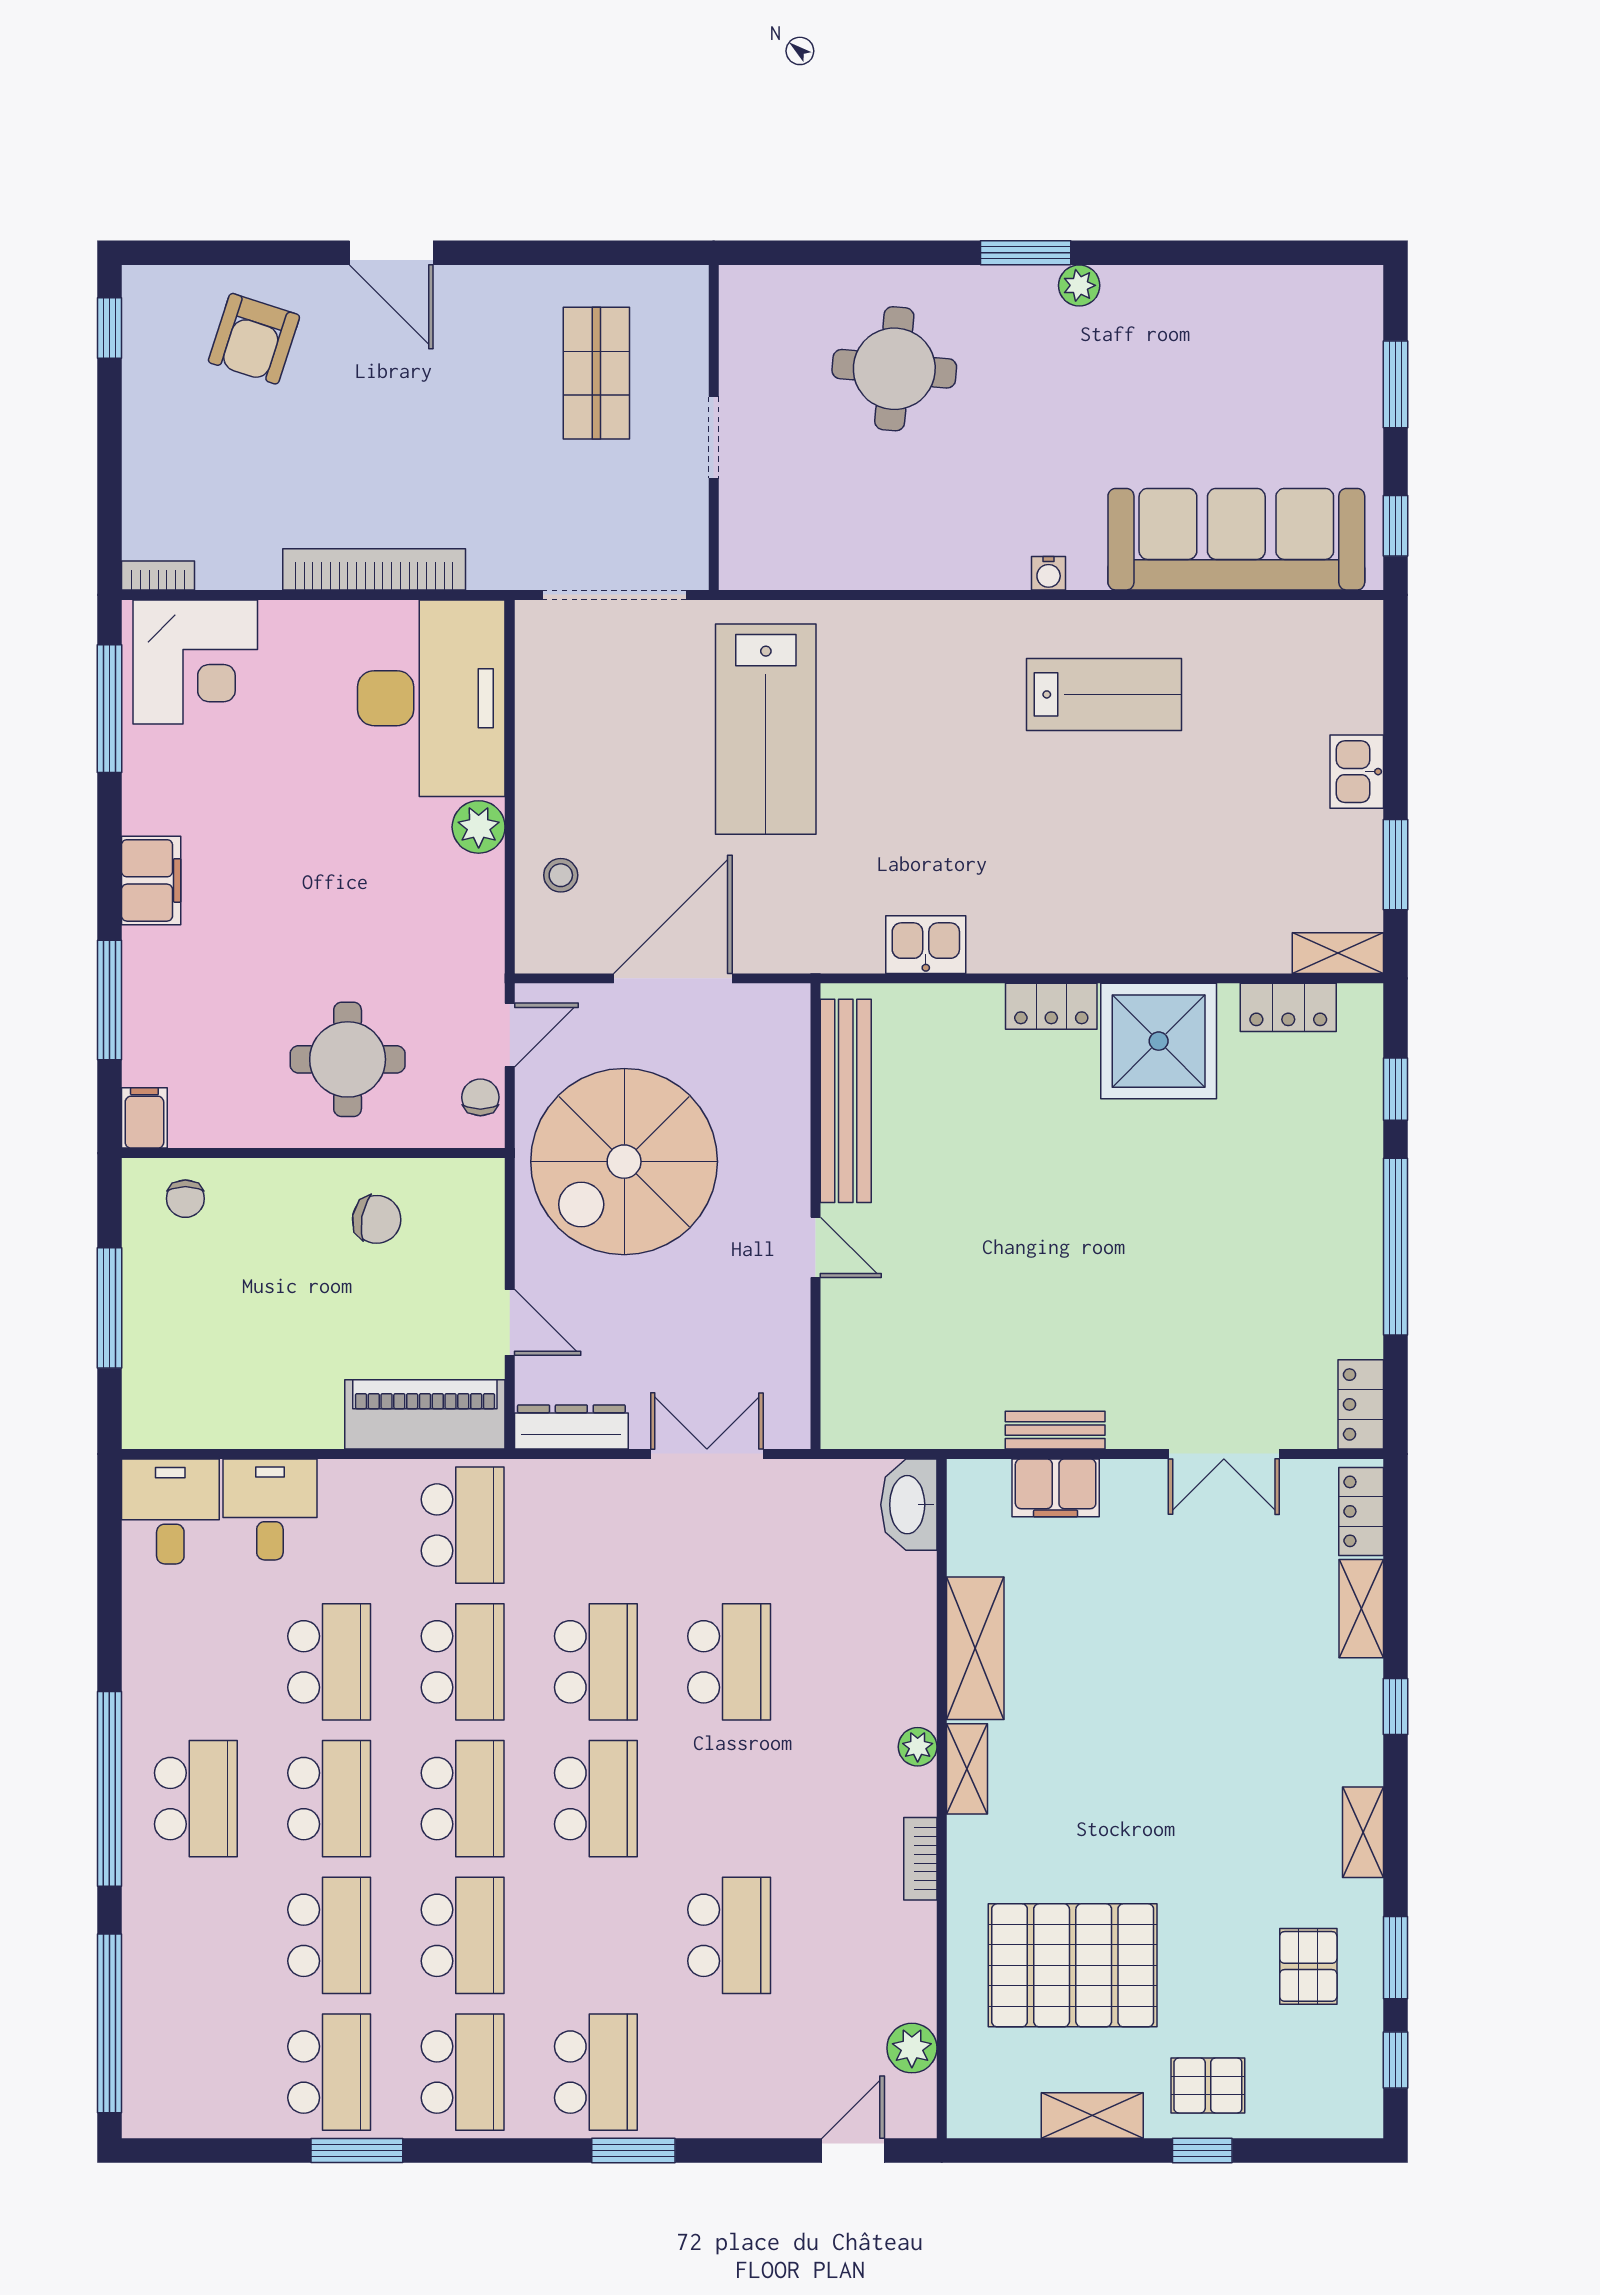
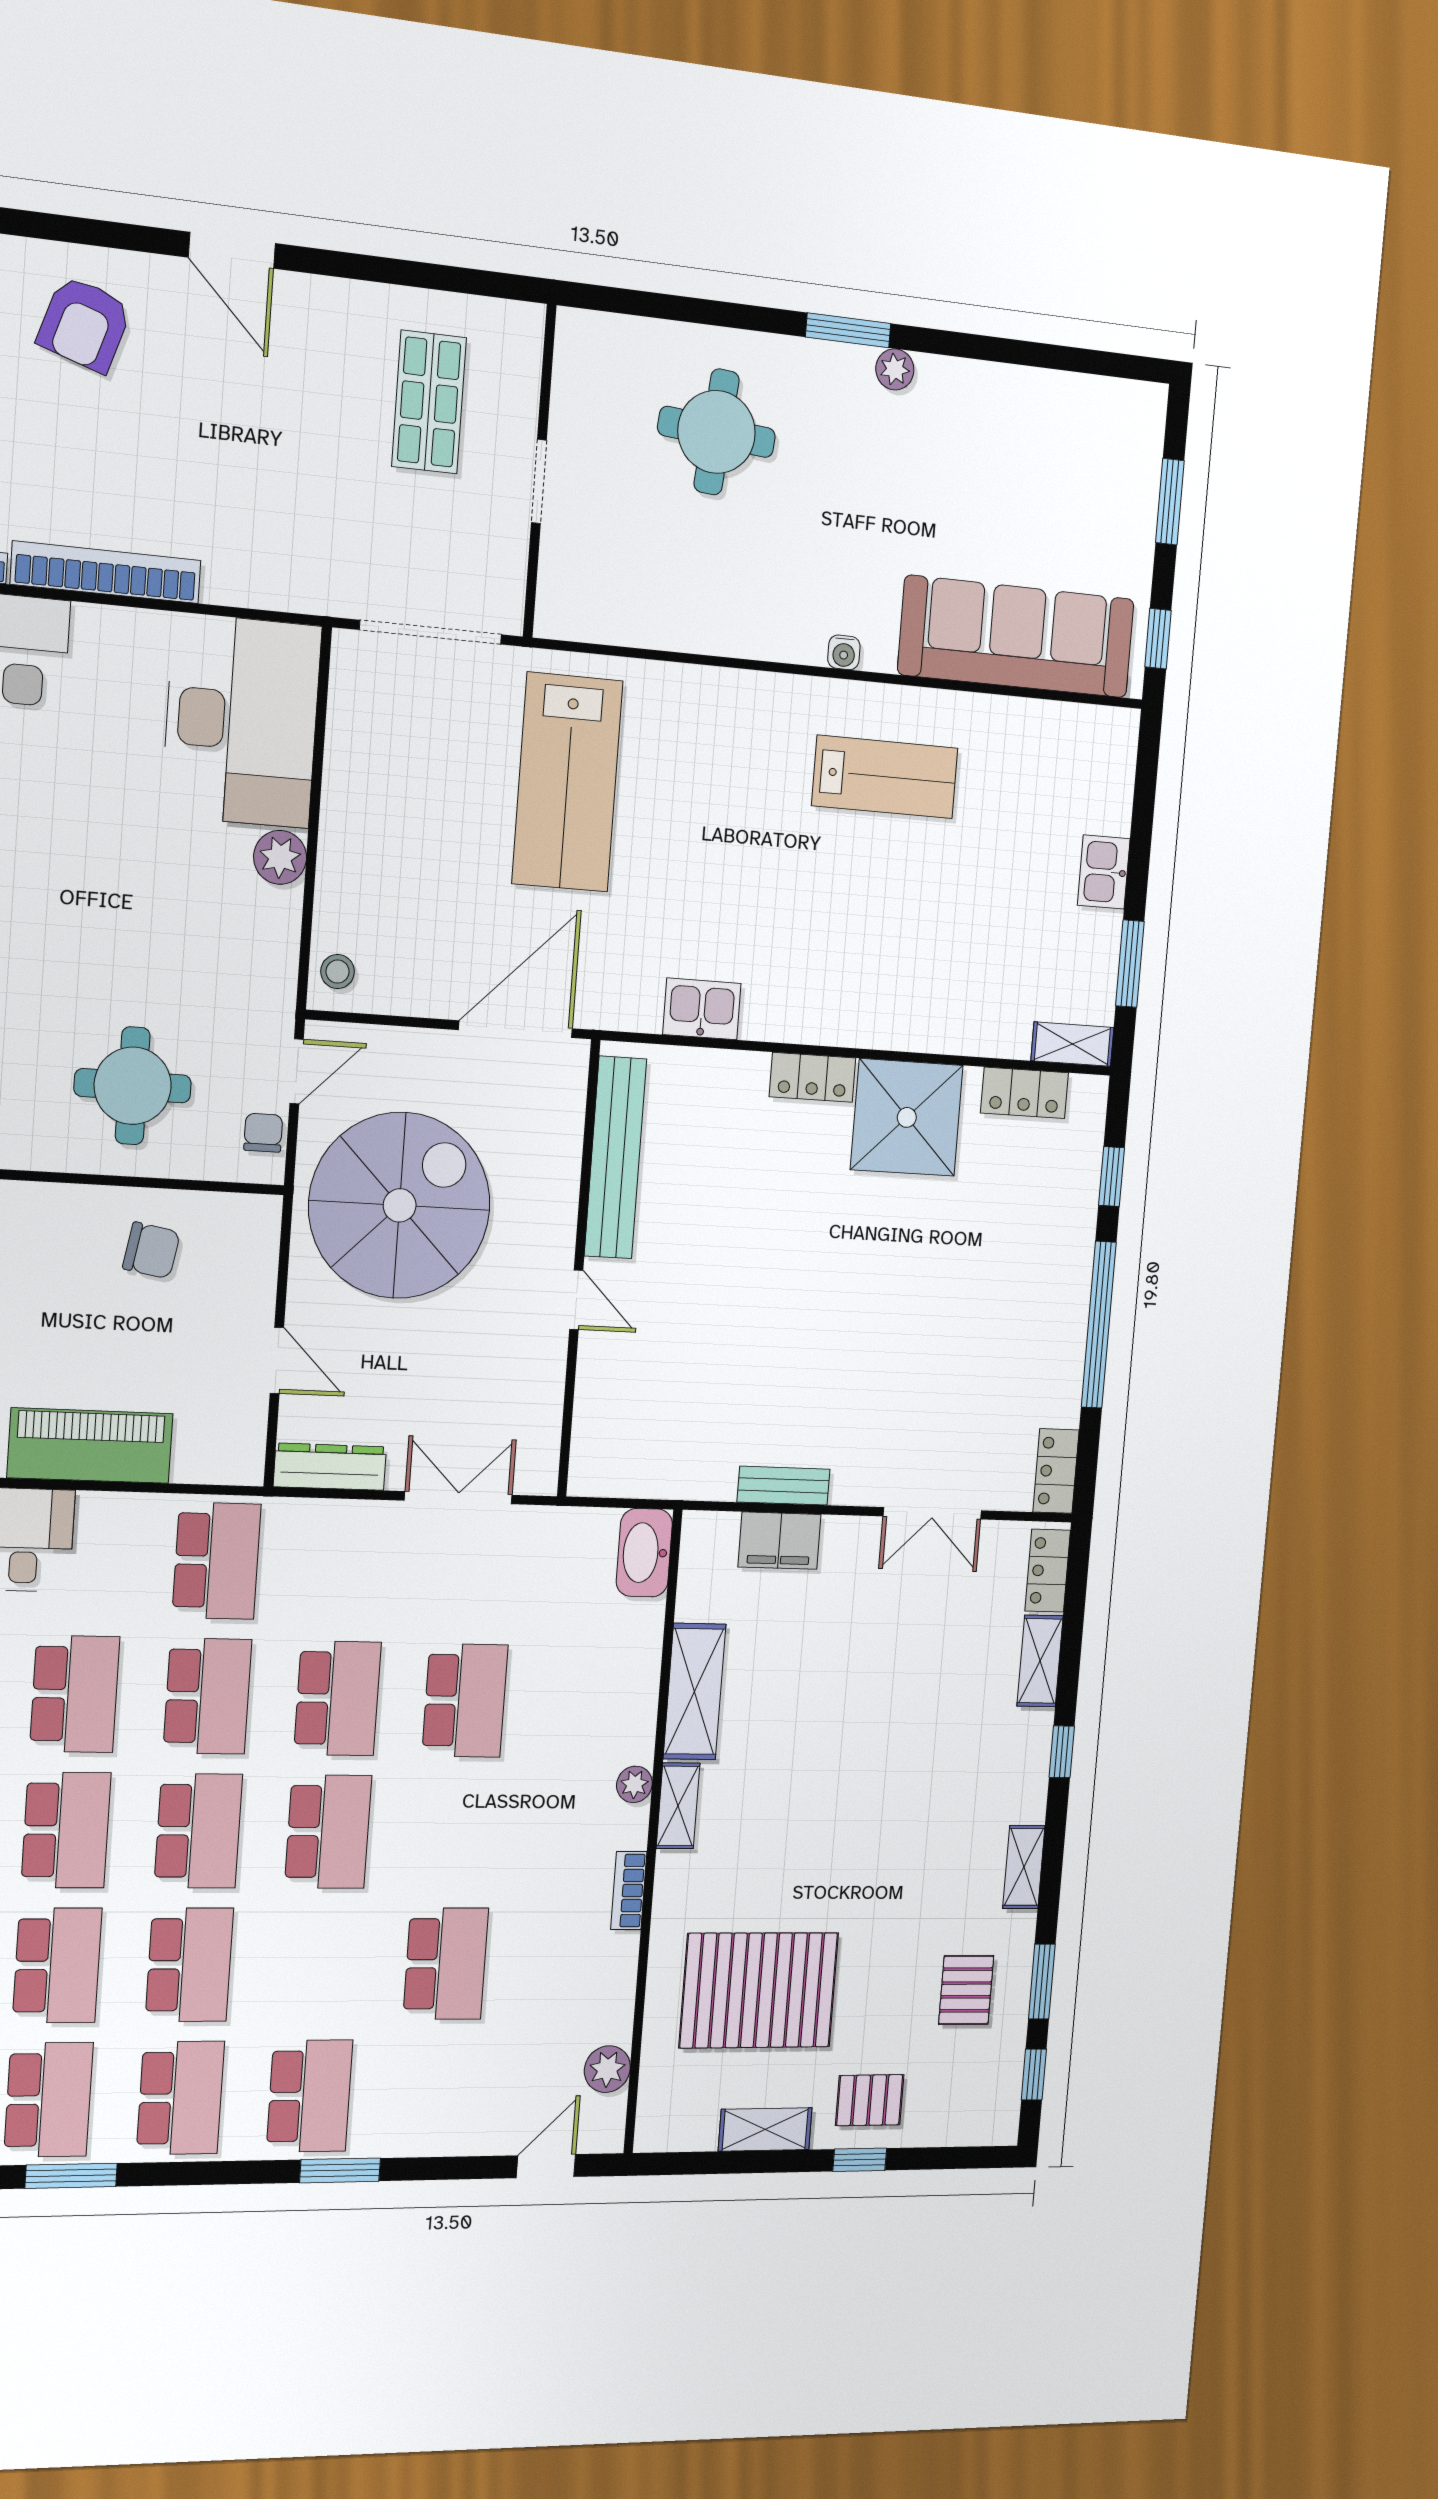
bookcase: (374, 569) -> (106, 572), moved
stool: (561, 875) -> (338, 972), moved
door: (673, 978) -> (516, 1029), moved
spiral stairs: (624, 1162) -> (400, 1205), turned 180
piano: (425, 1414) -> (90, 1446), moved

